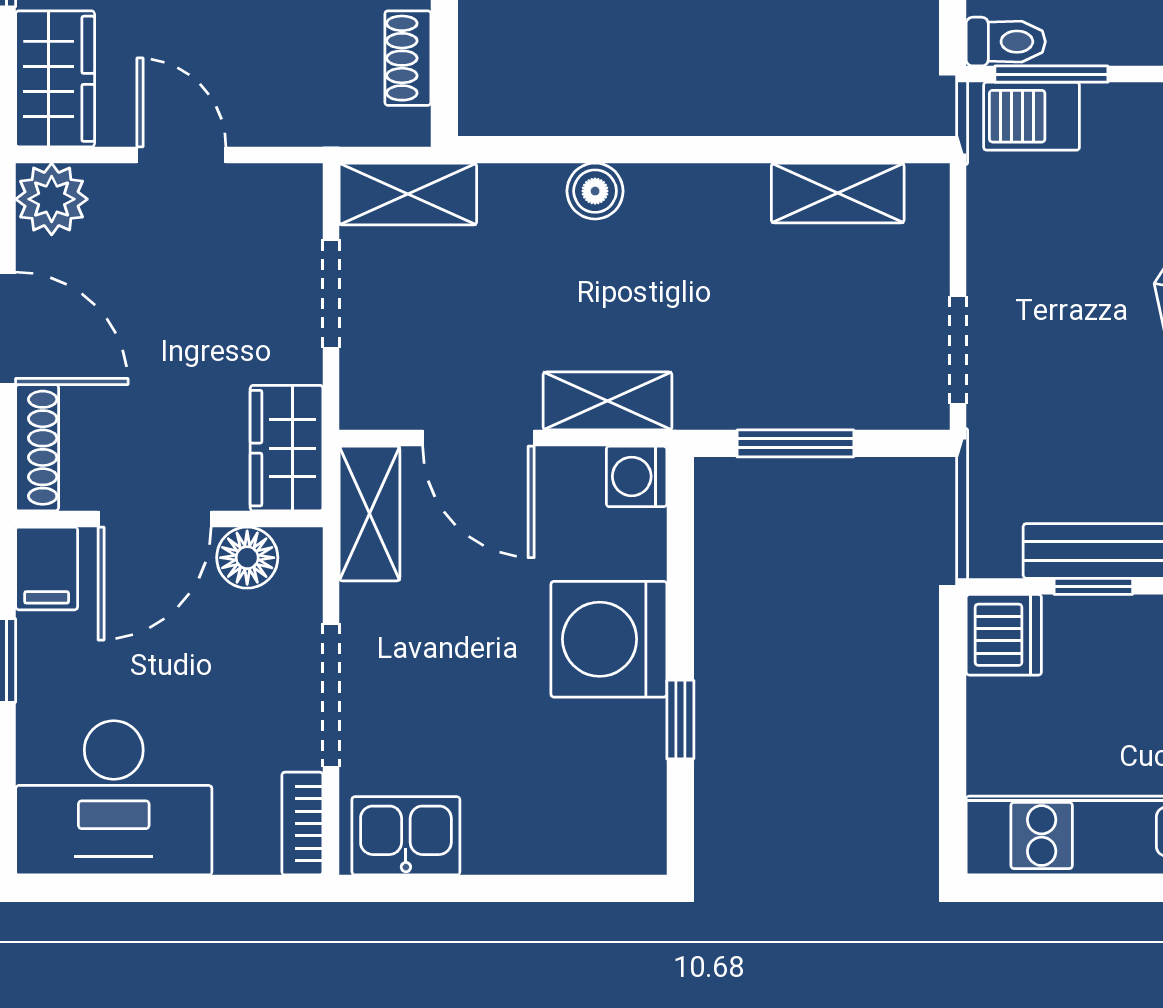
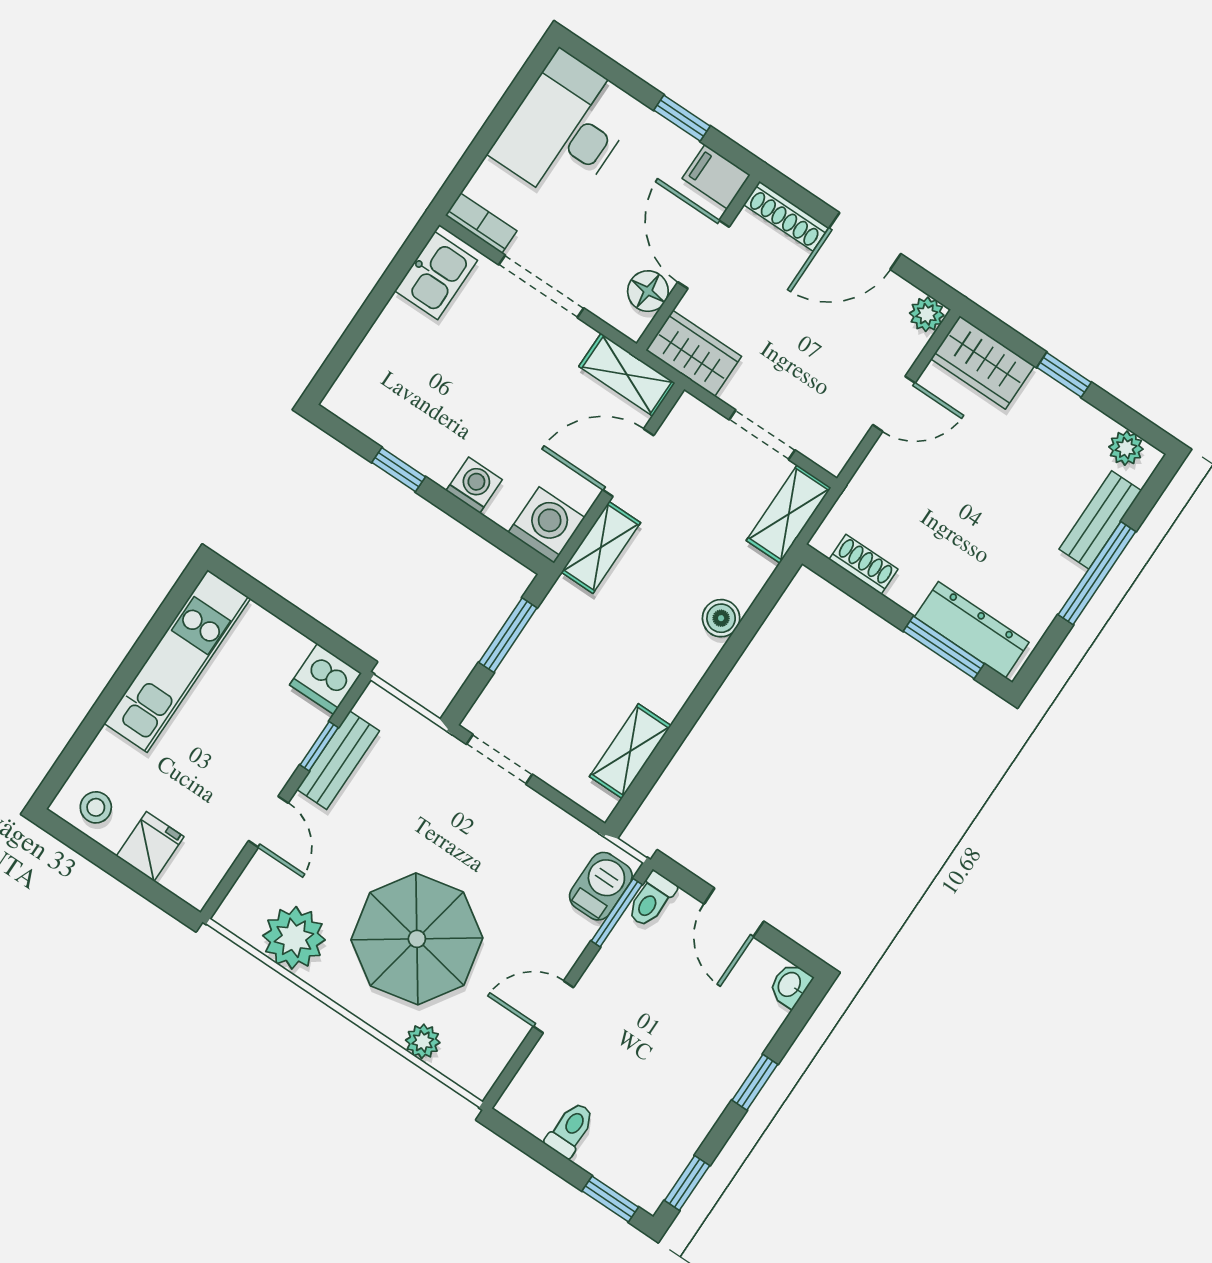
plant: (52, 199) -> (927, 314), width x0.73, depth x0.73
washing machine: (637, 476) -> (547, 525), width x1.38, depth x1.38
washing machine: (609, 639) -> (474, 485), width x0.53, depth x0.53

